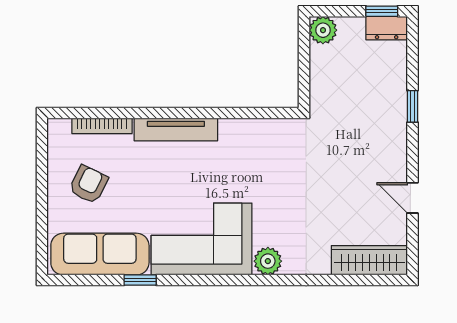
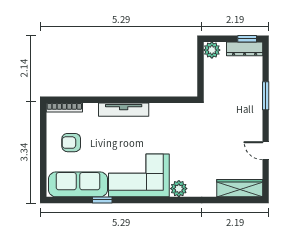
dresser: (387, 28) -> (245, 49), width x1.44
window: (413, 106) -> (266, 96), width x1.50
bookcase: (102, 126) -> (64, 107), moved
armchair: (88, 184) -> (71, 143), turned -116

